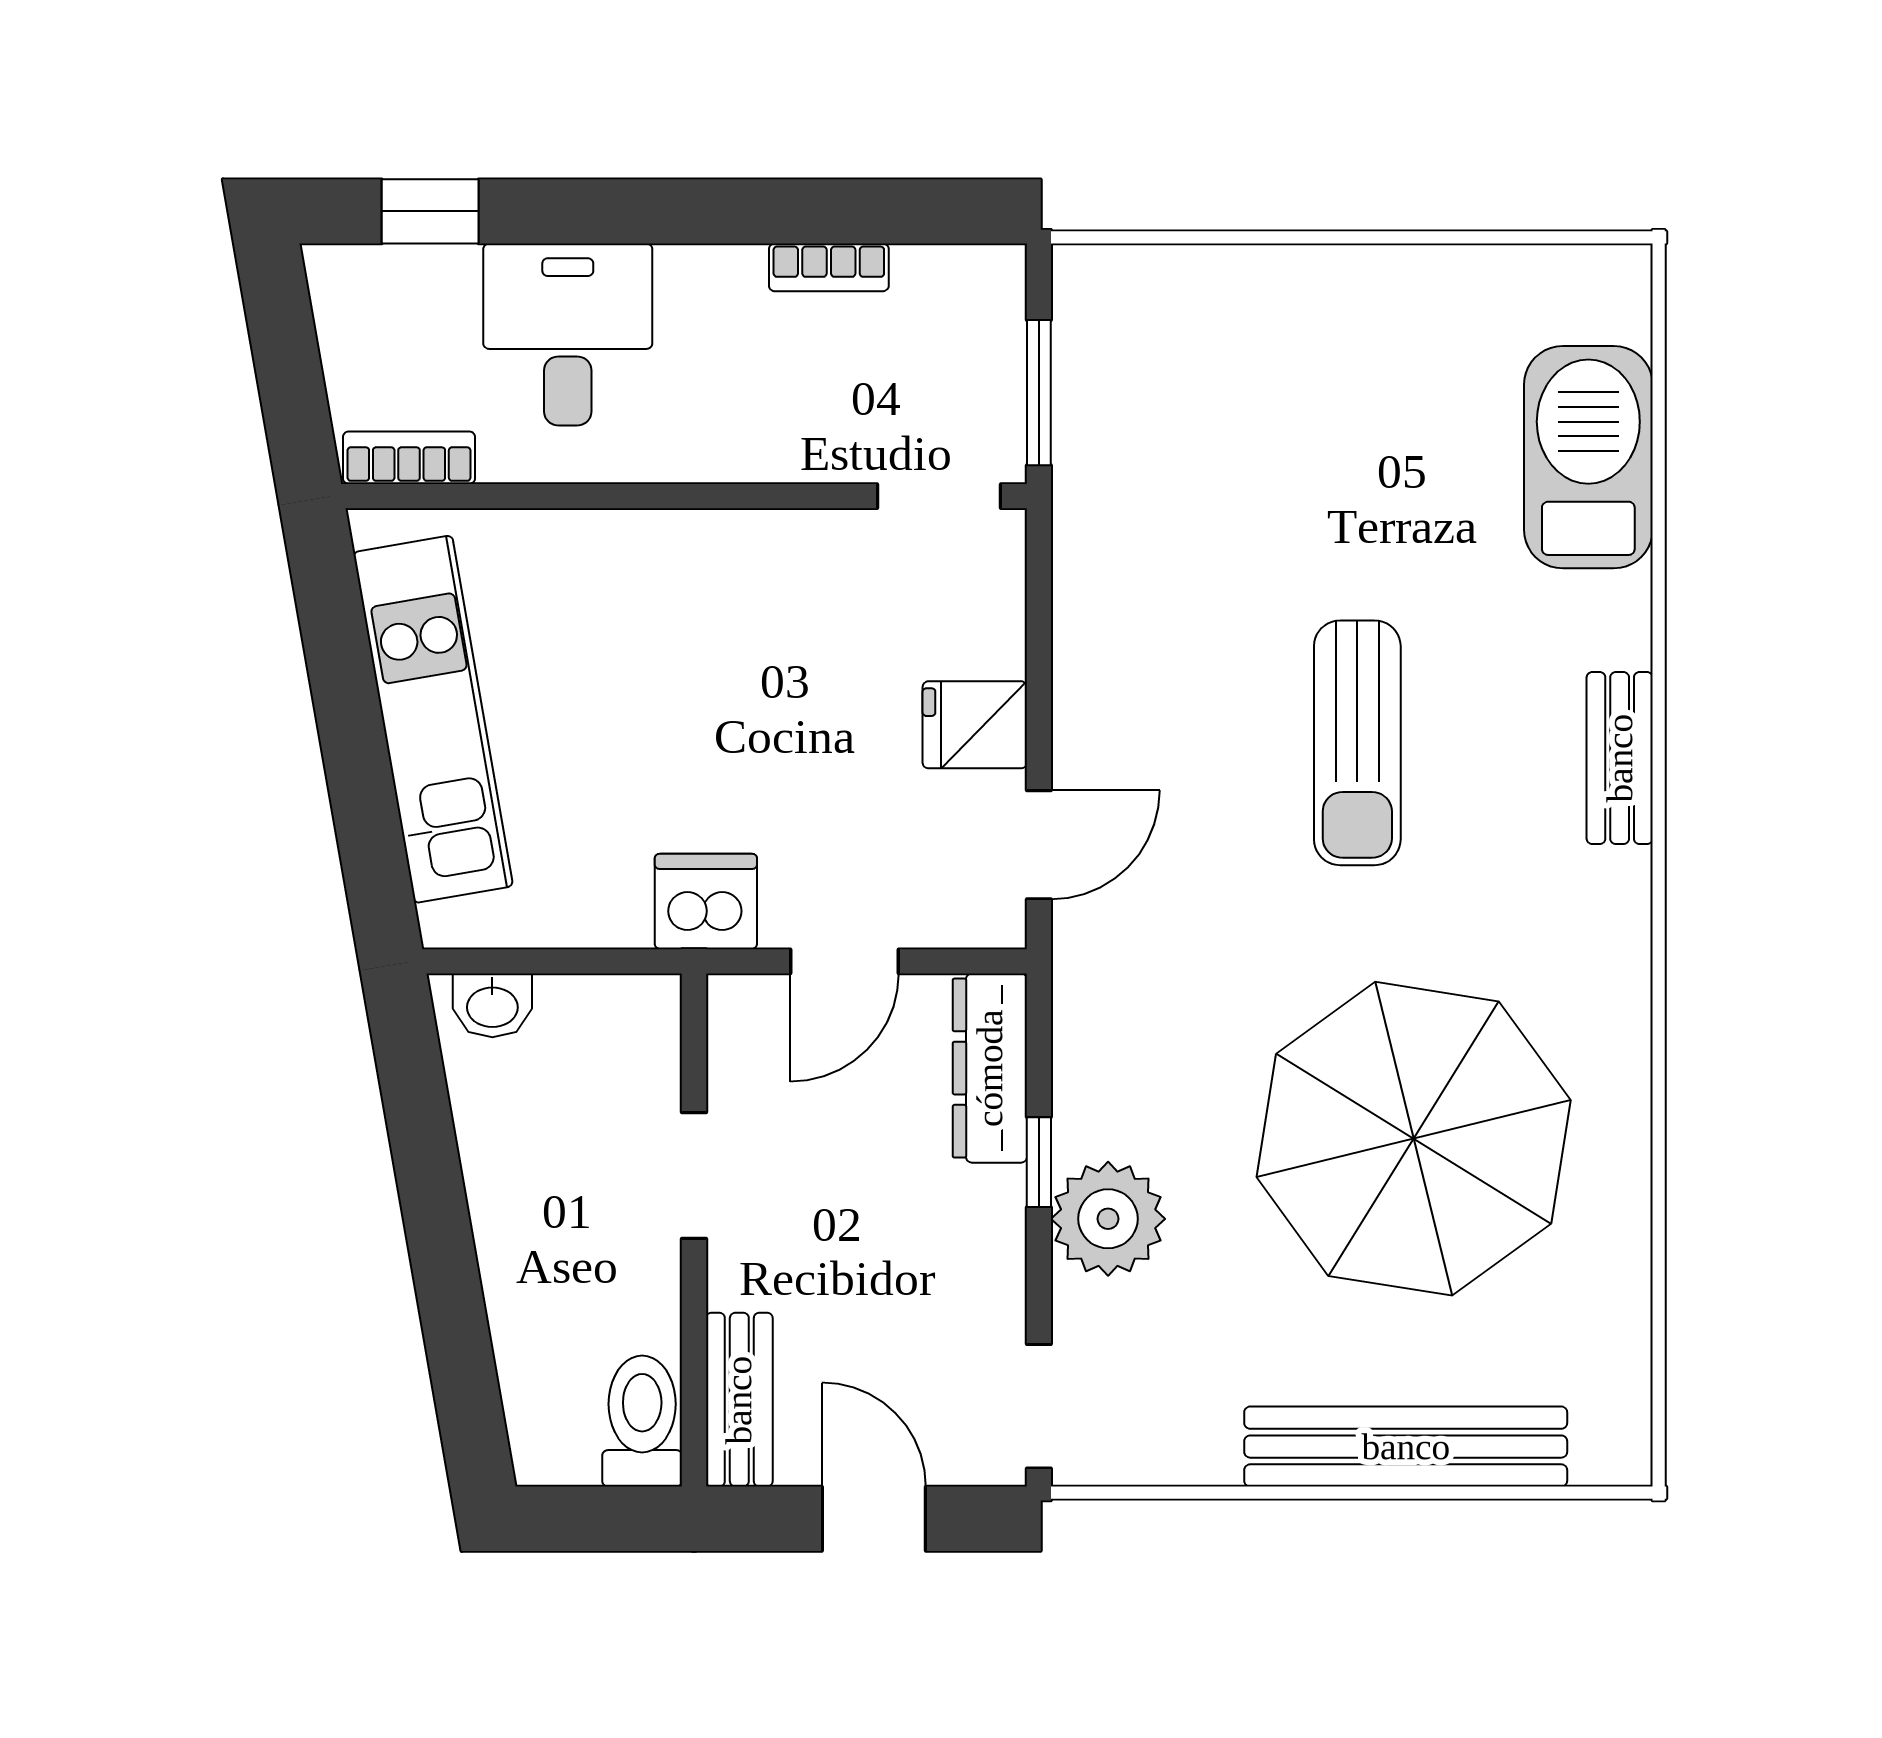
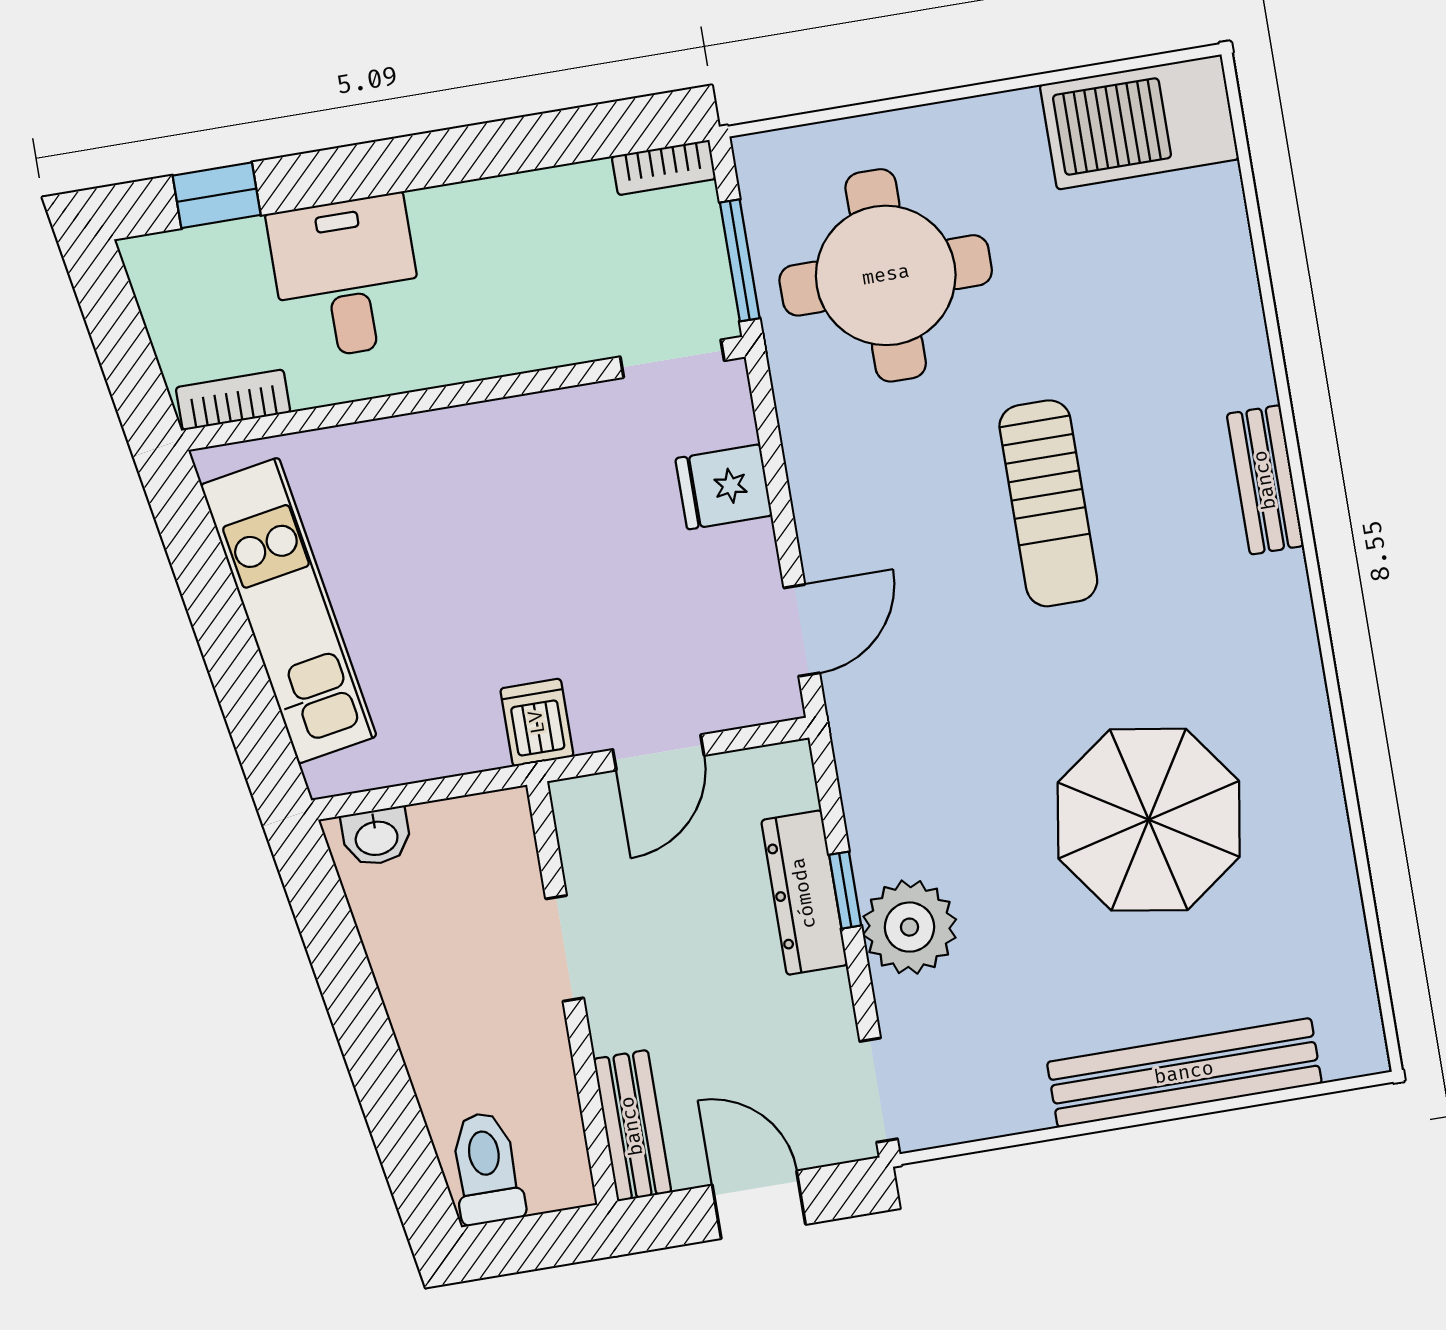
bookcase: (829, 267) -> (664, 168), moved
round table: (1209, 440) -> (886, 275), added
barbecue: (1588, 457) -> (1139, 122), moved, turned -90
fridge: (975, 725) -> (724, 487), moved
dishwasher: (706, 902) -> (537, 722), width x0.73
dresser: (990, 1068) -> (804, 893), moved
parasol: (1414, 1139) -> (1149, 820), width x0.73, depth x0.73
toilet: (642, 1421) -> (486, 1168), moved

